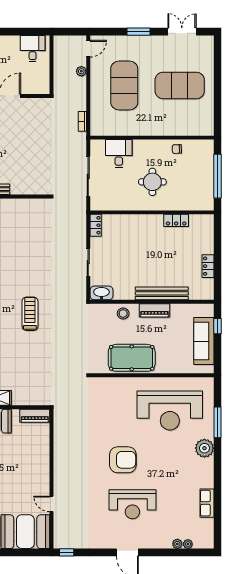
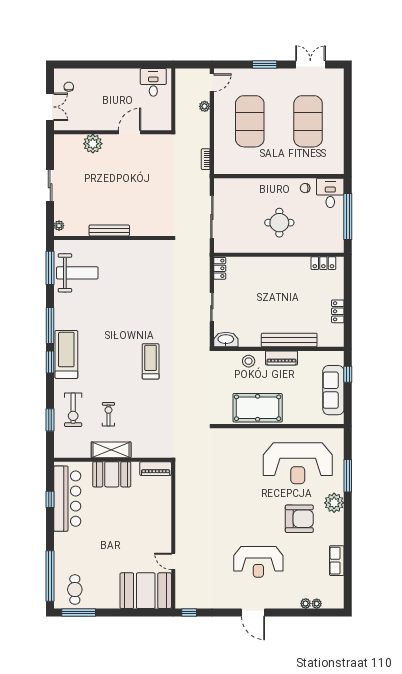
exercise mat: (180, 86) -> (308, 121), turned 90
desk: (119, 153) -> (330, 193), moved
locker: (176, 220) -> (323, 263), moved
armchair: (123, 460) -> (299, 519), moved

